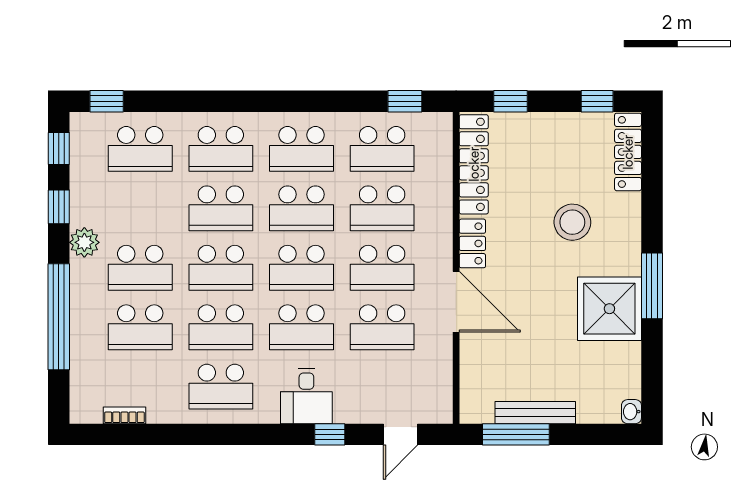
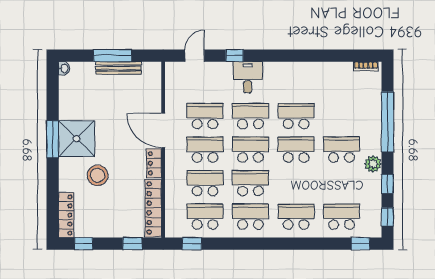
school desk: (221, 208) -> (296, 183), removed
shower: (609, 309) -> (77, 139), moved
school desk: (140, 327) -> (342, 116), removed
school desk: (221, 387) -> (296, 82), removed
bookcase: (124, 415) -> (366, 66), moved
window: (516, 434) -> (113, 56), moved

